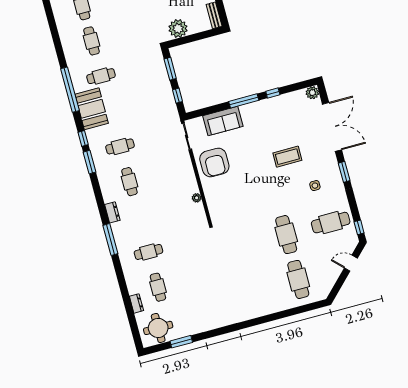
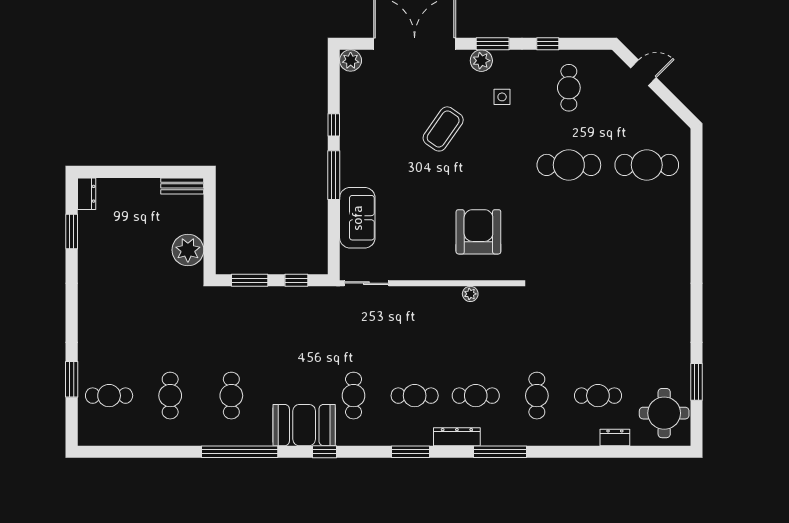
cafe table: (92, 41) -> (170, 396), turned 90
booth: (92, 109) -> (304, 425), moved
coffee table: (287, 157) -> (443, 129), turned 35
window: (89, 162) -> (411, 452), moved
armchair: (214, 162) -> (478, 232), moved, turned -90
plant: (333, 168) -> (481, 61), added
dresser: (112, 212) -> (457, 437), width x1.44
cafe table: (139, 217) -> (476, 396), added
cafe table: (331, 223) -> (569, 88), width x0.73, depth x0.74
window: (359, 227) -> (548, 44), moved
door: (351, 263) -> (643, 73), swing flipped

